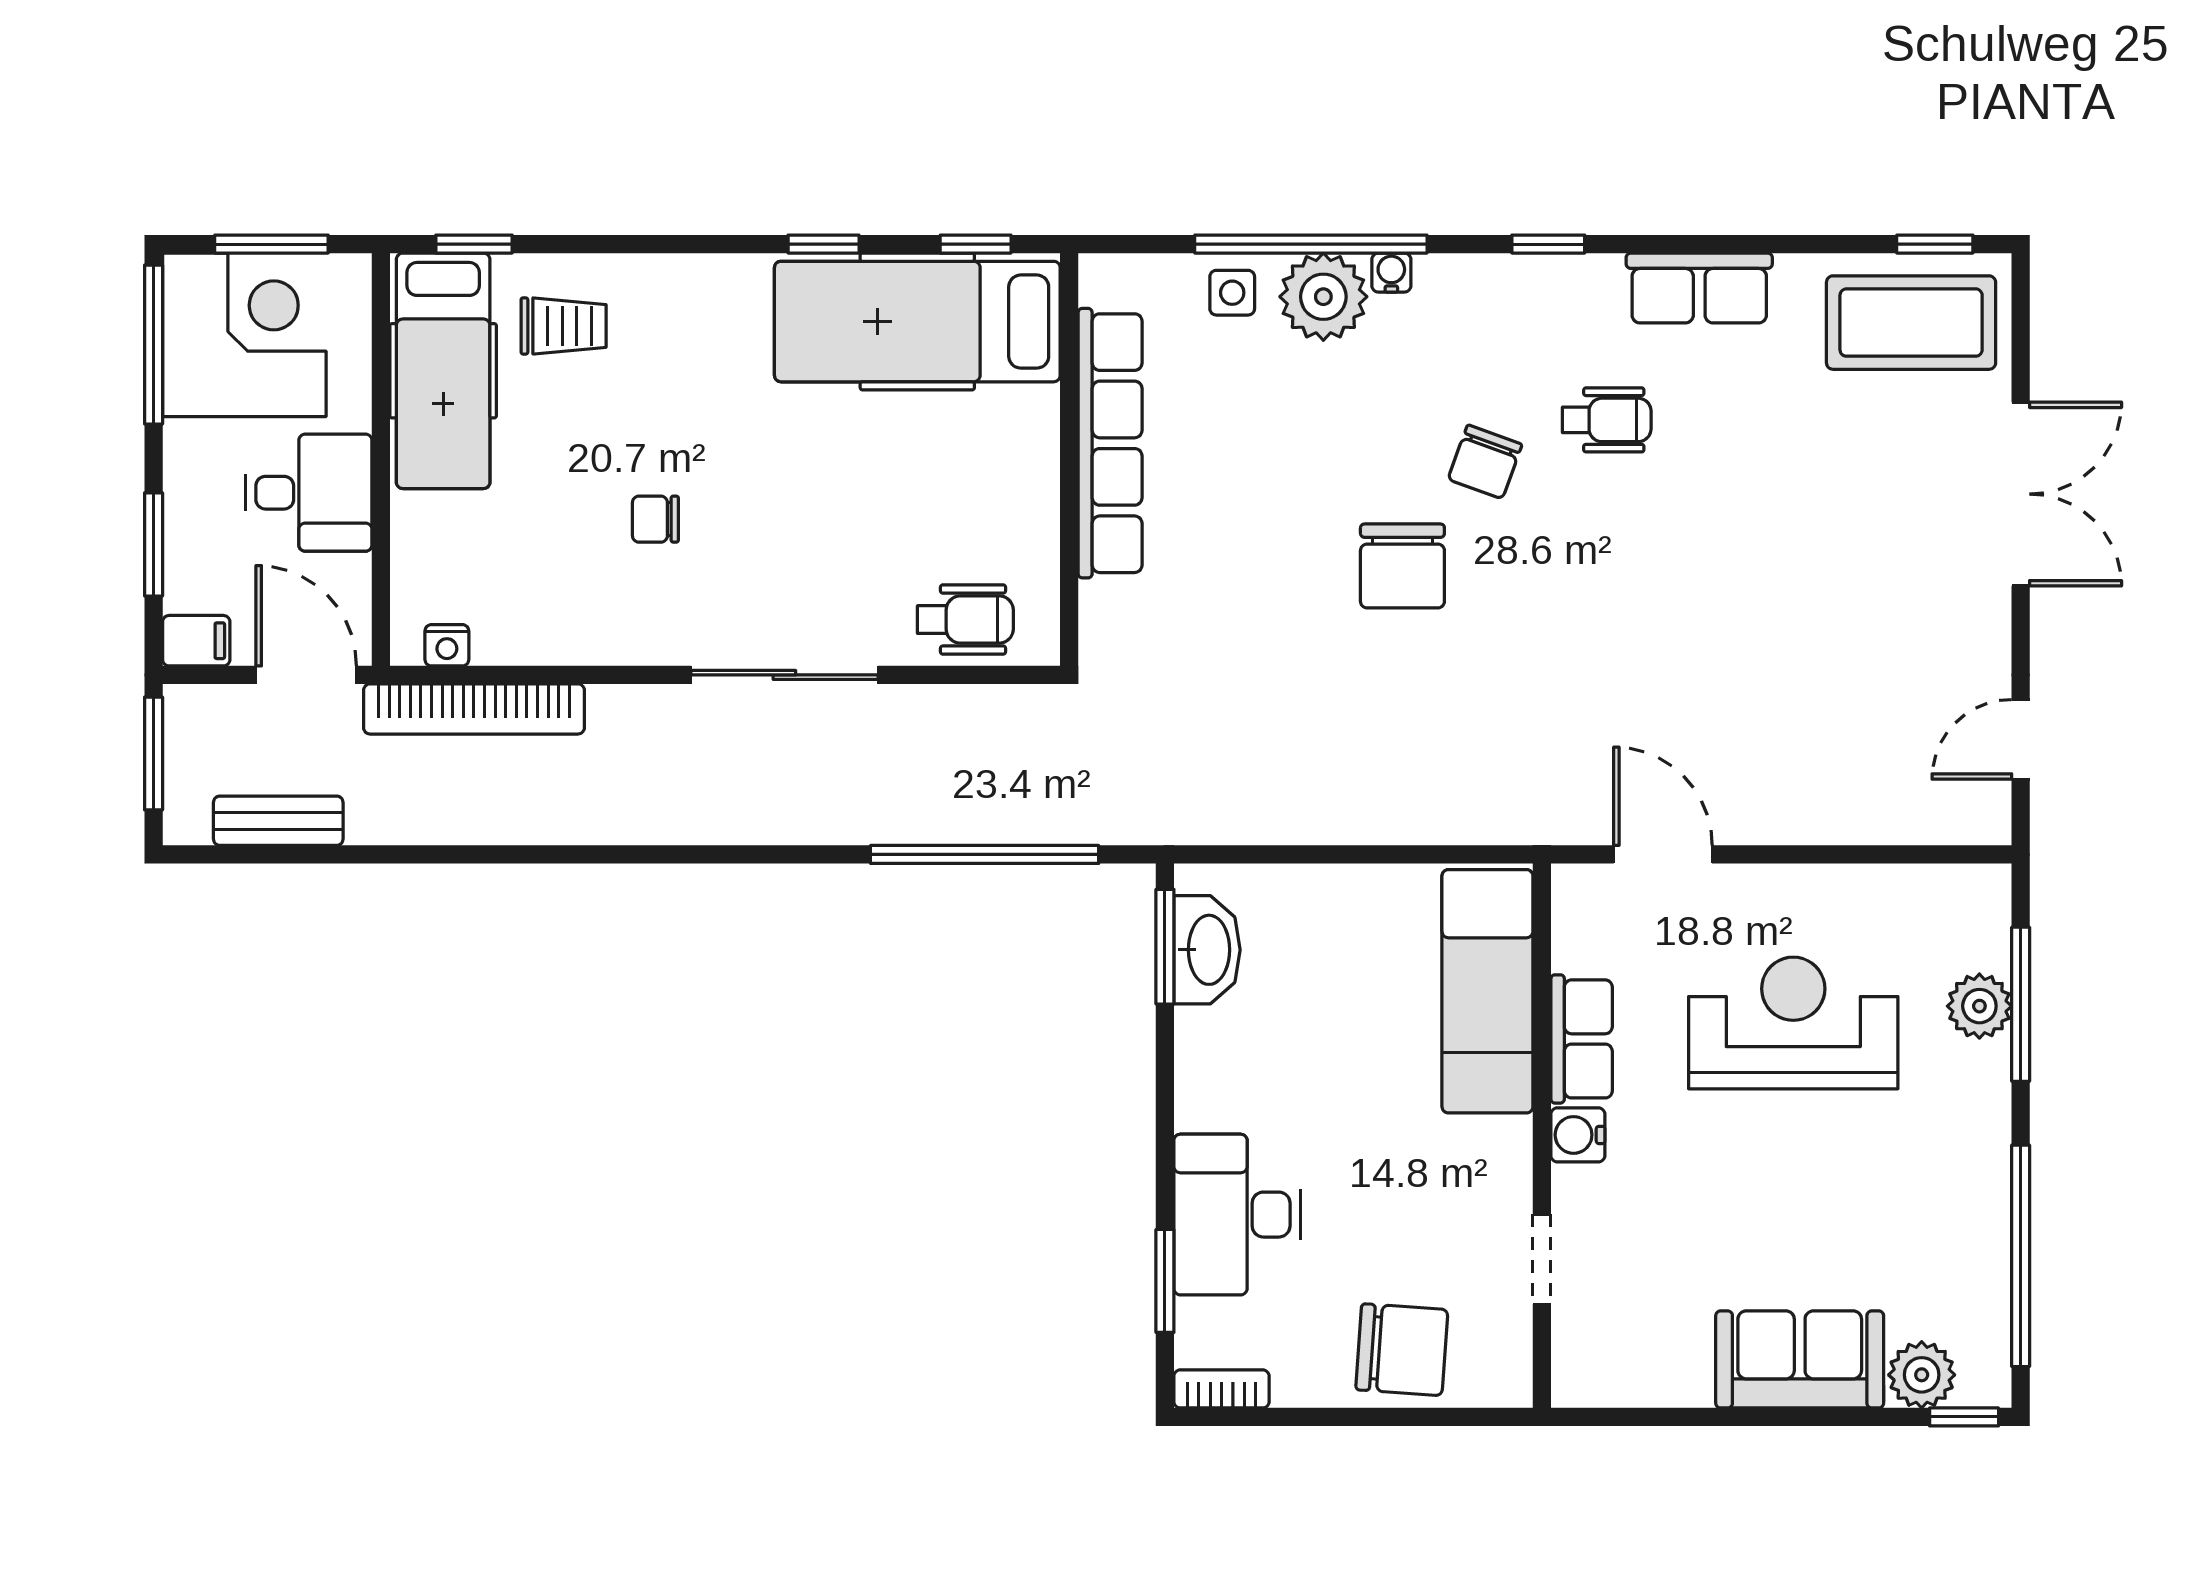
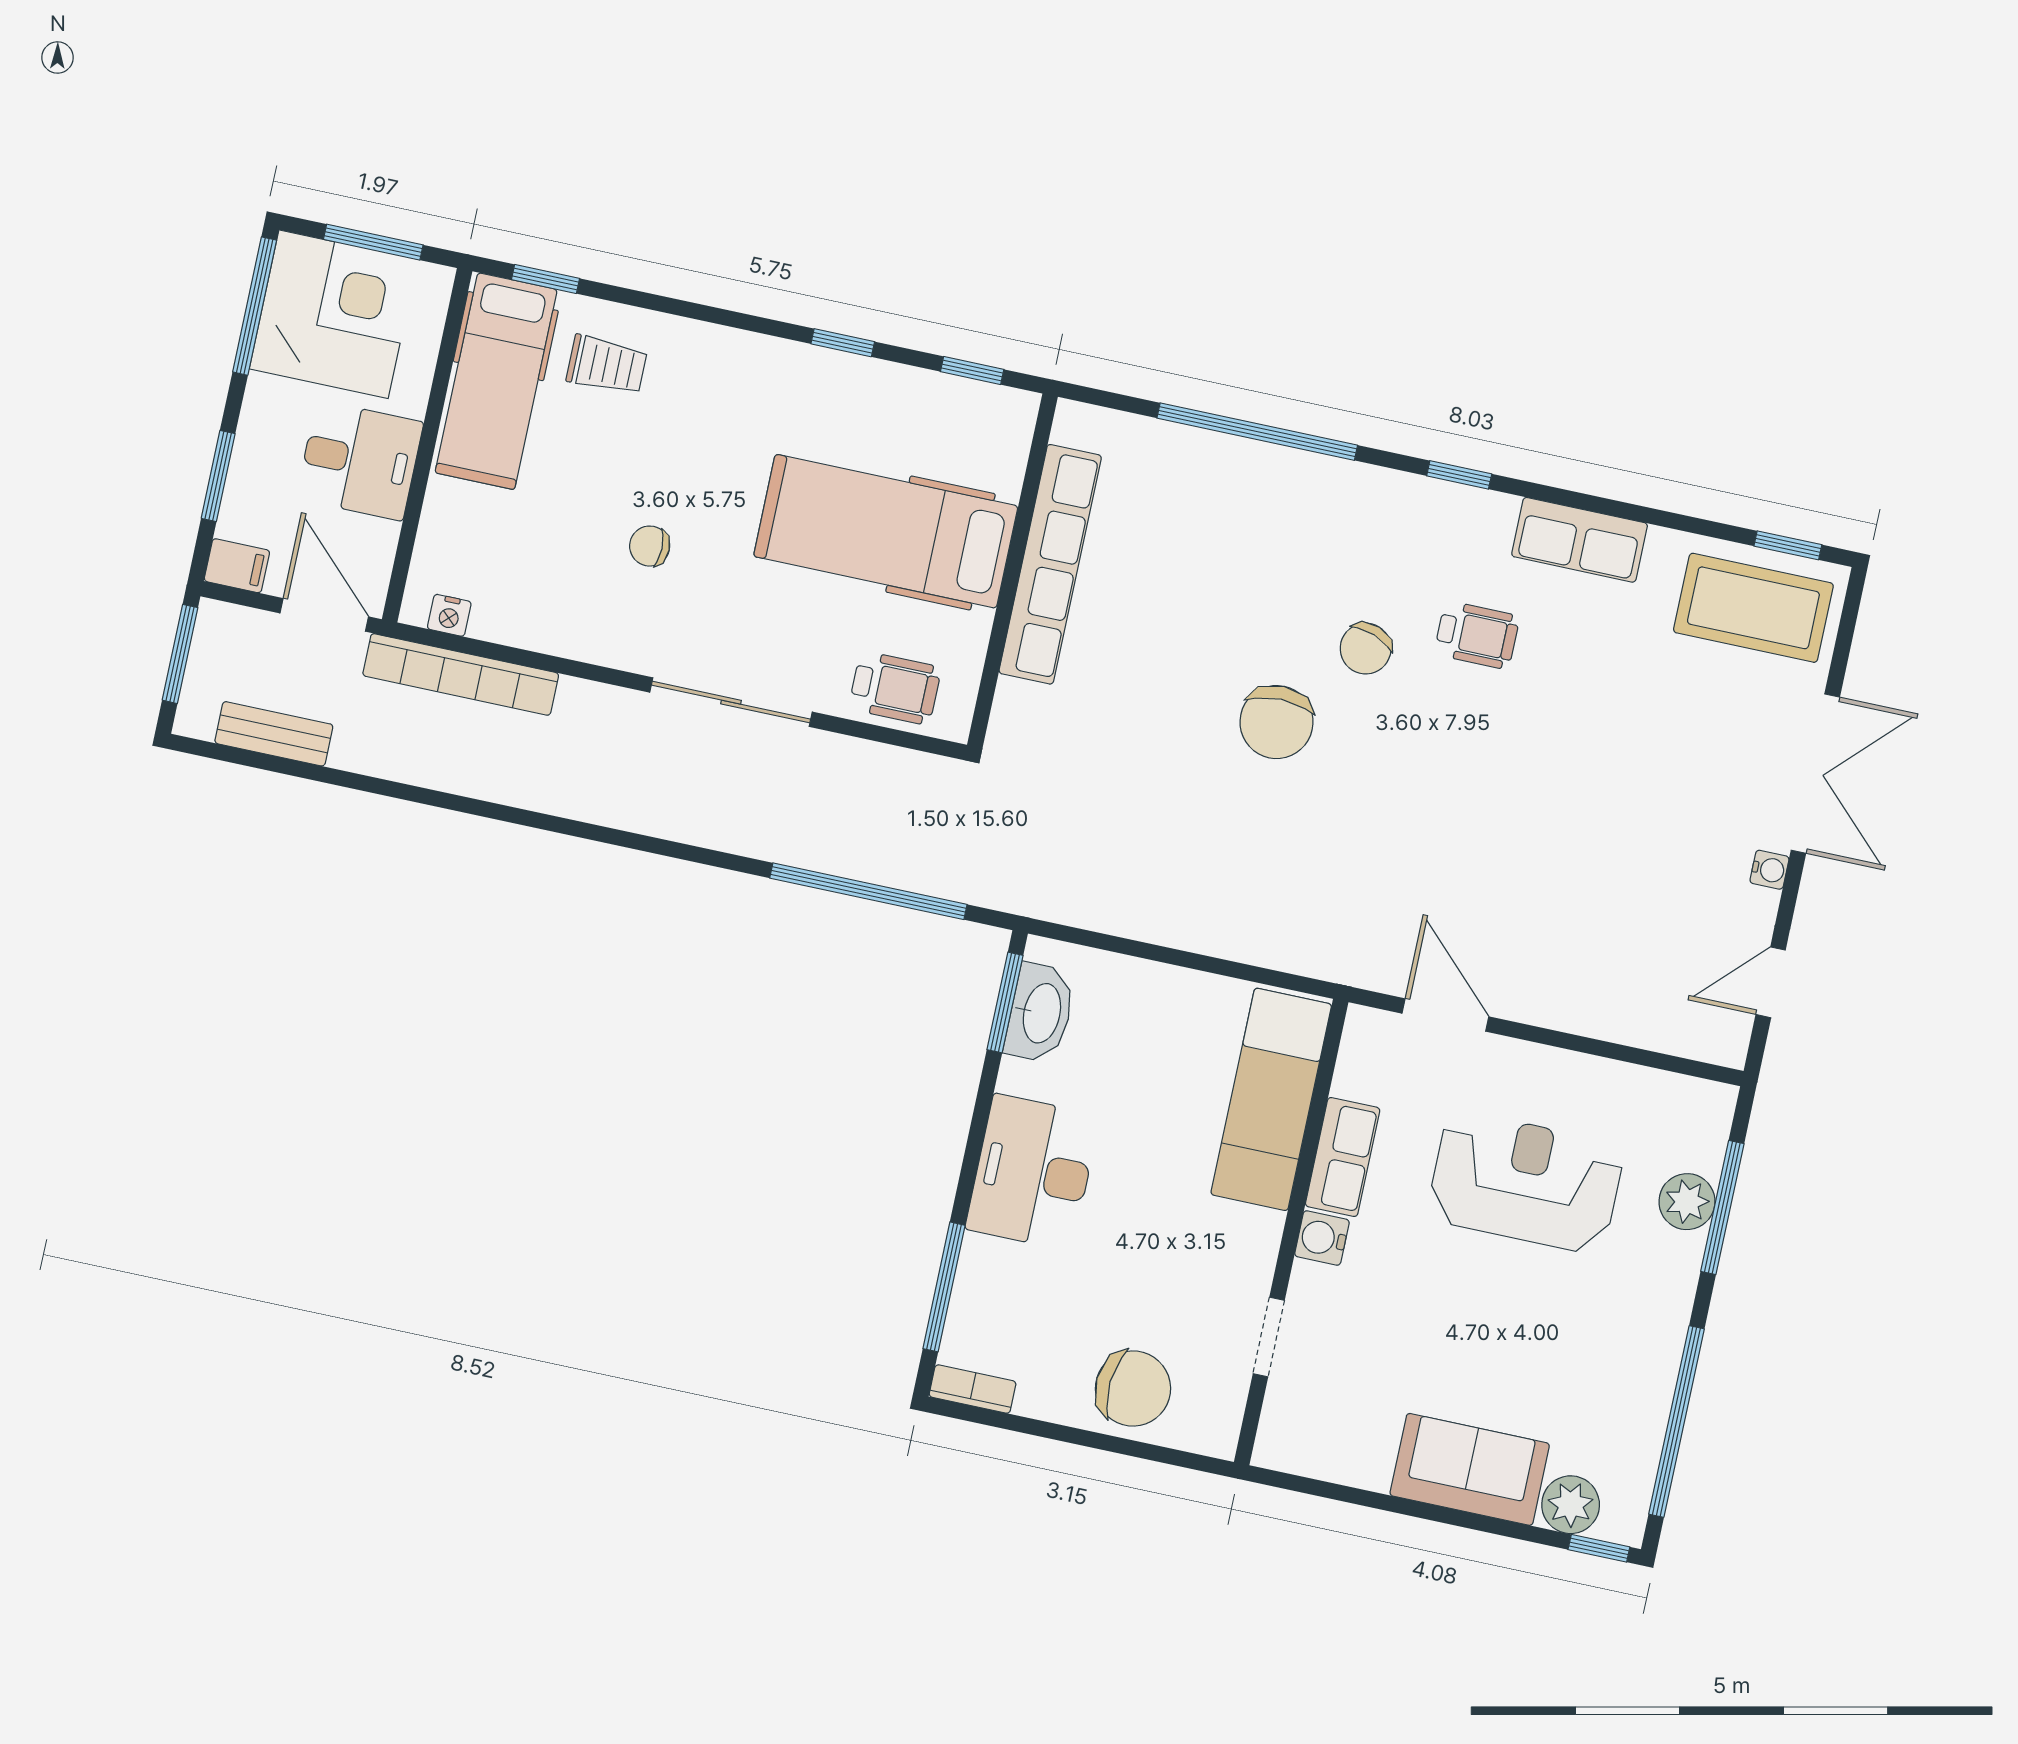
water cooler: (1391, 273) -> (1769, 870), moved, turned 90
side table: (1232, 293) -> (1181, 459), removed
plant: (1323, 297) -> (1258, 479), removed
hospital bed: (917, 322) -> (886, 531), moved
desk: (1237, 1215) -> (1033, 1172), moved
window: (1165, 1281) -> (944, 1287), width x1.44

